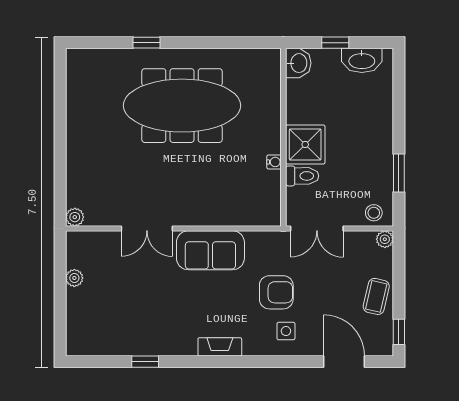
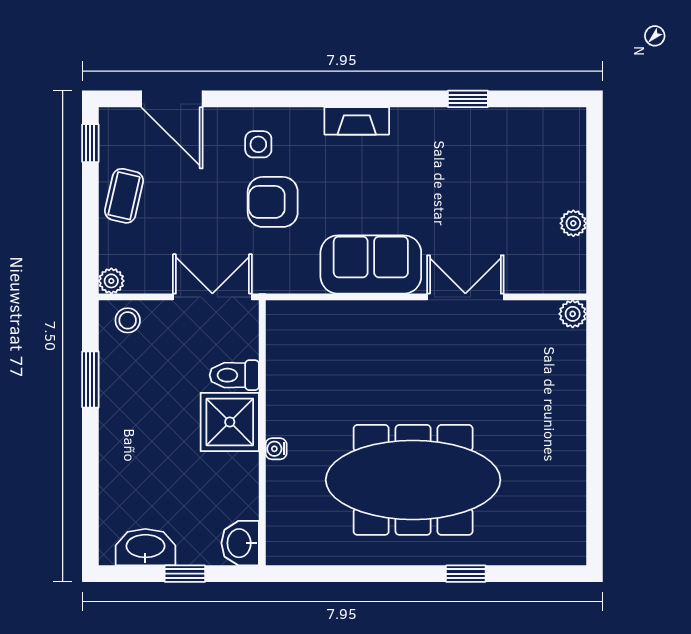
water cooler: (274, 162) -> (276, 449), moved

